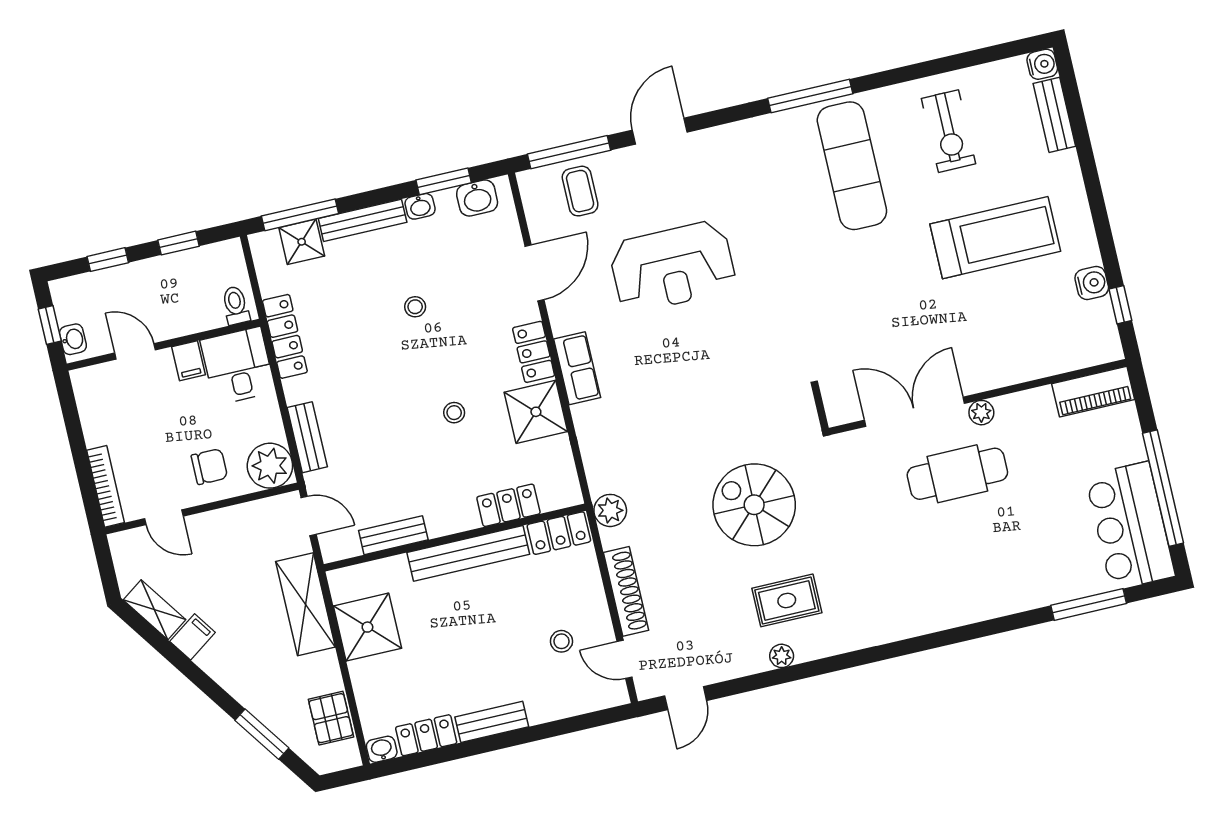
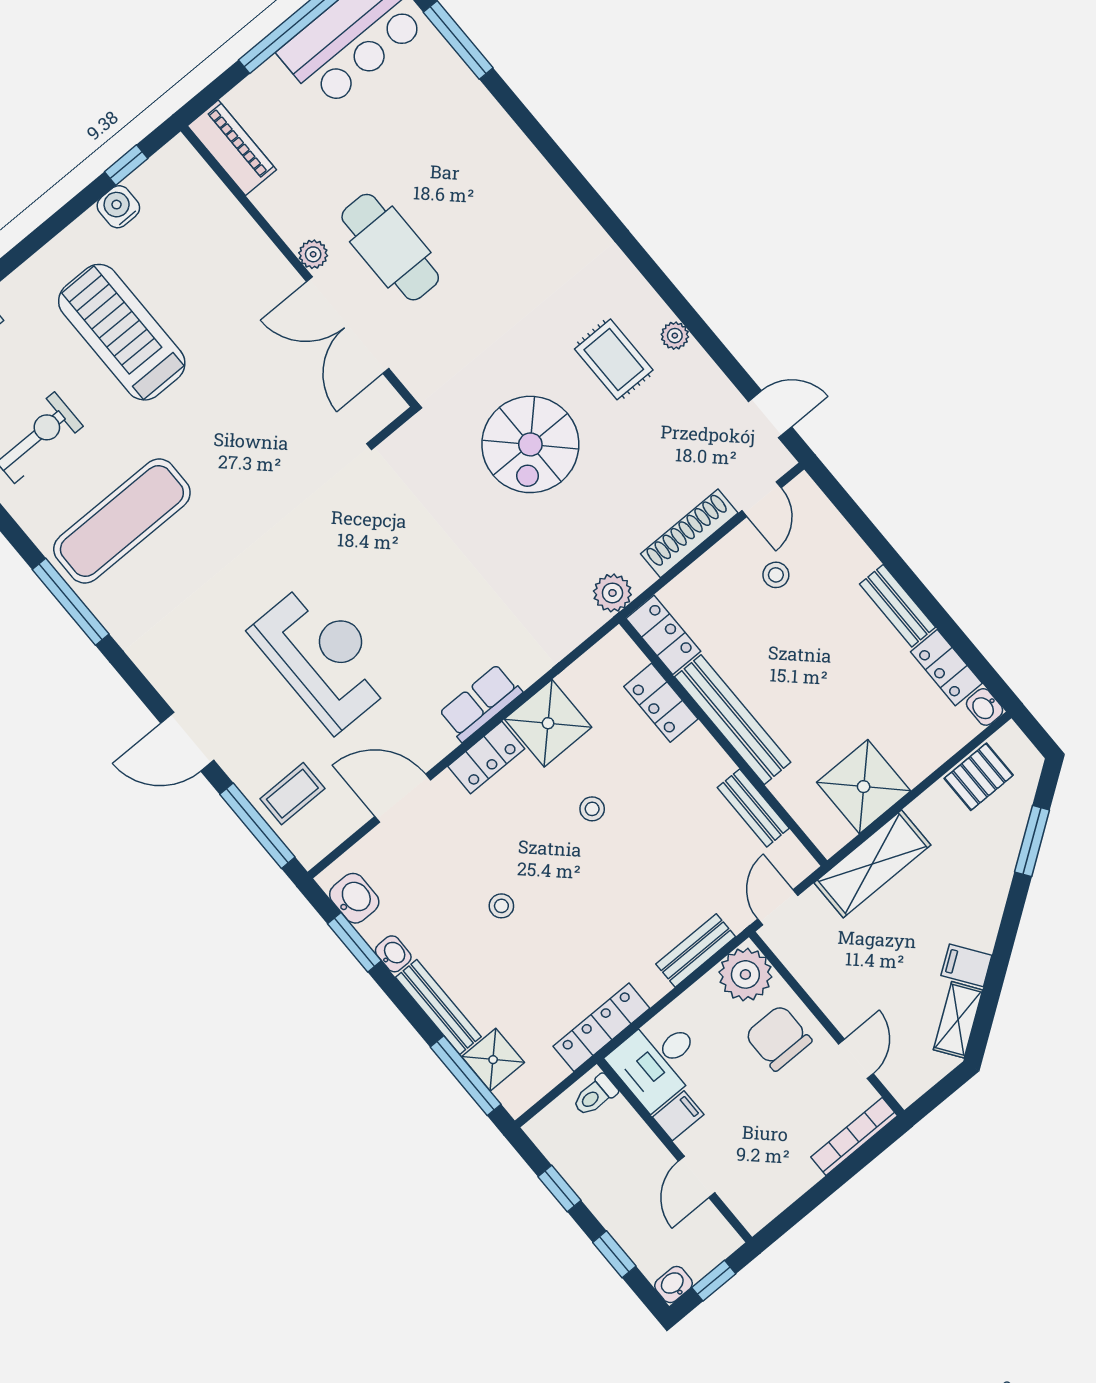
washbasin: (73, 339) -> (674, 1285), moved
chair: (209, 467) -> (778, 1038), width x1.37, depth x1.37

